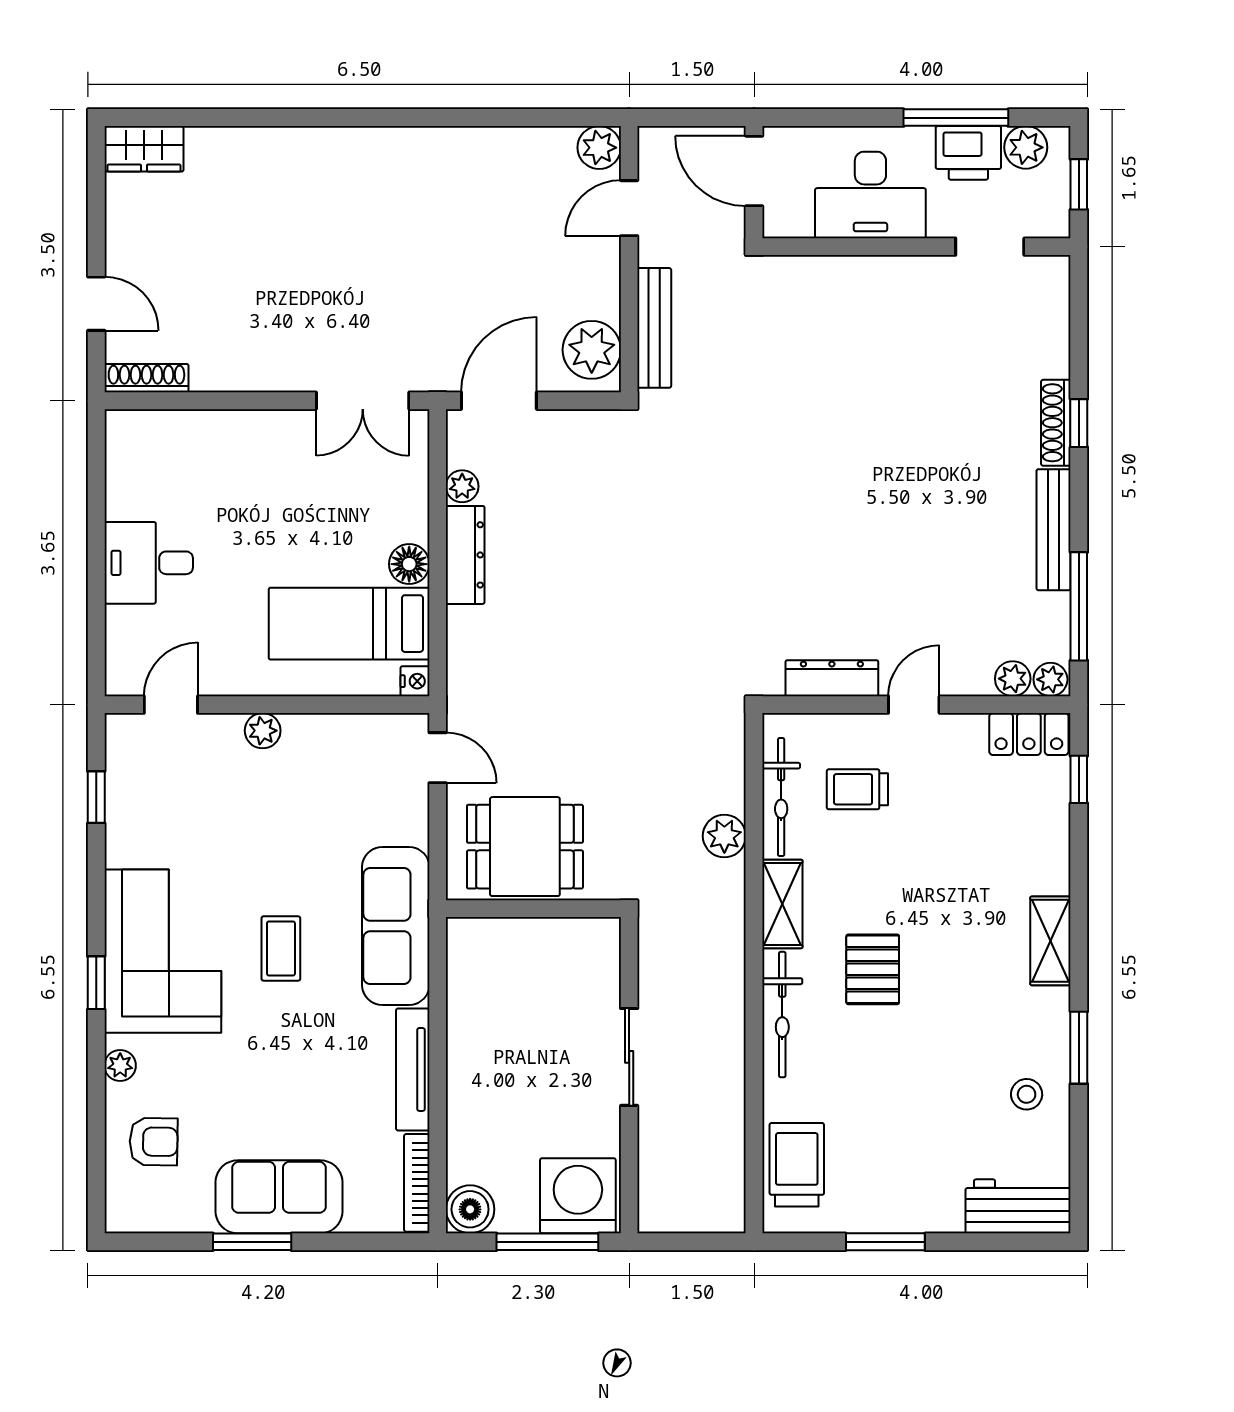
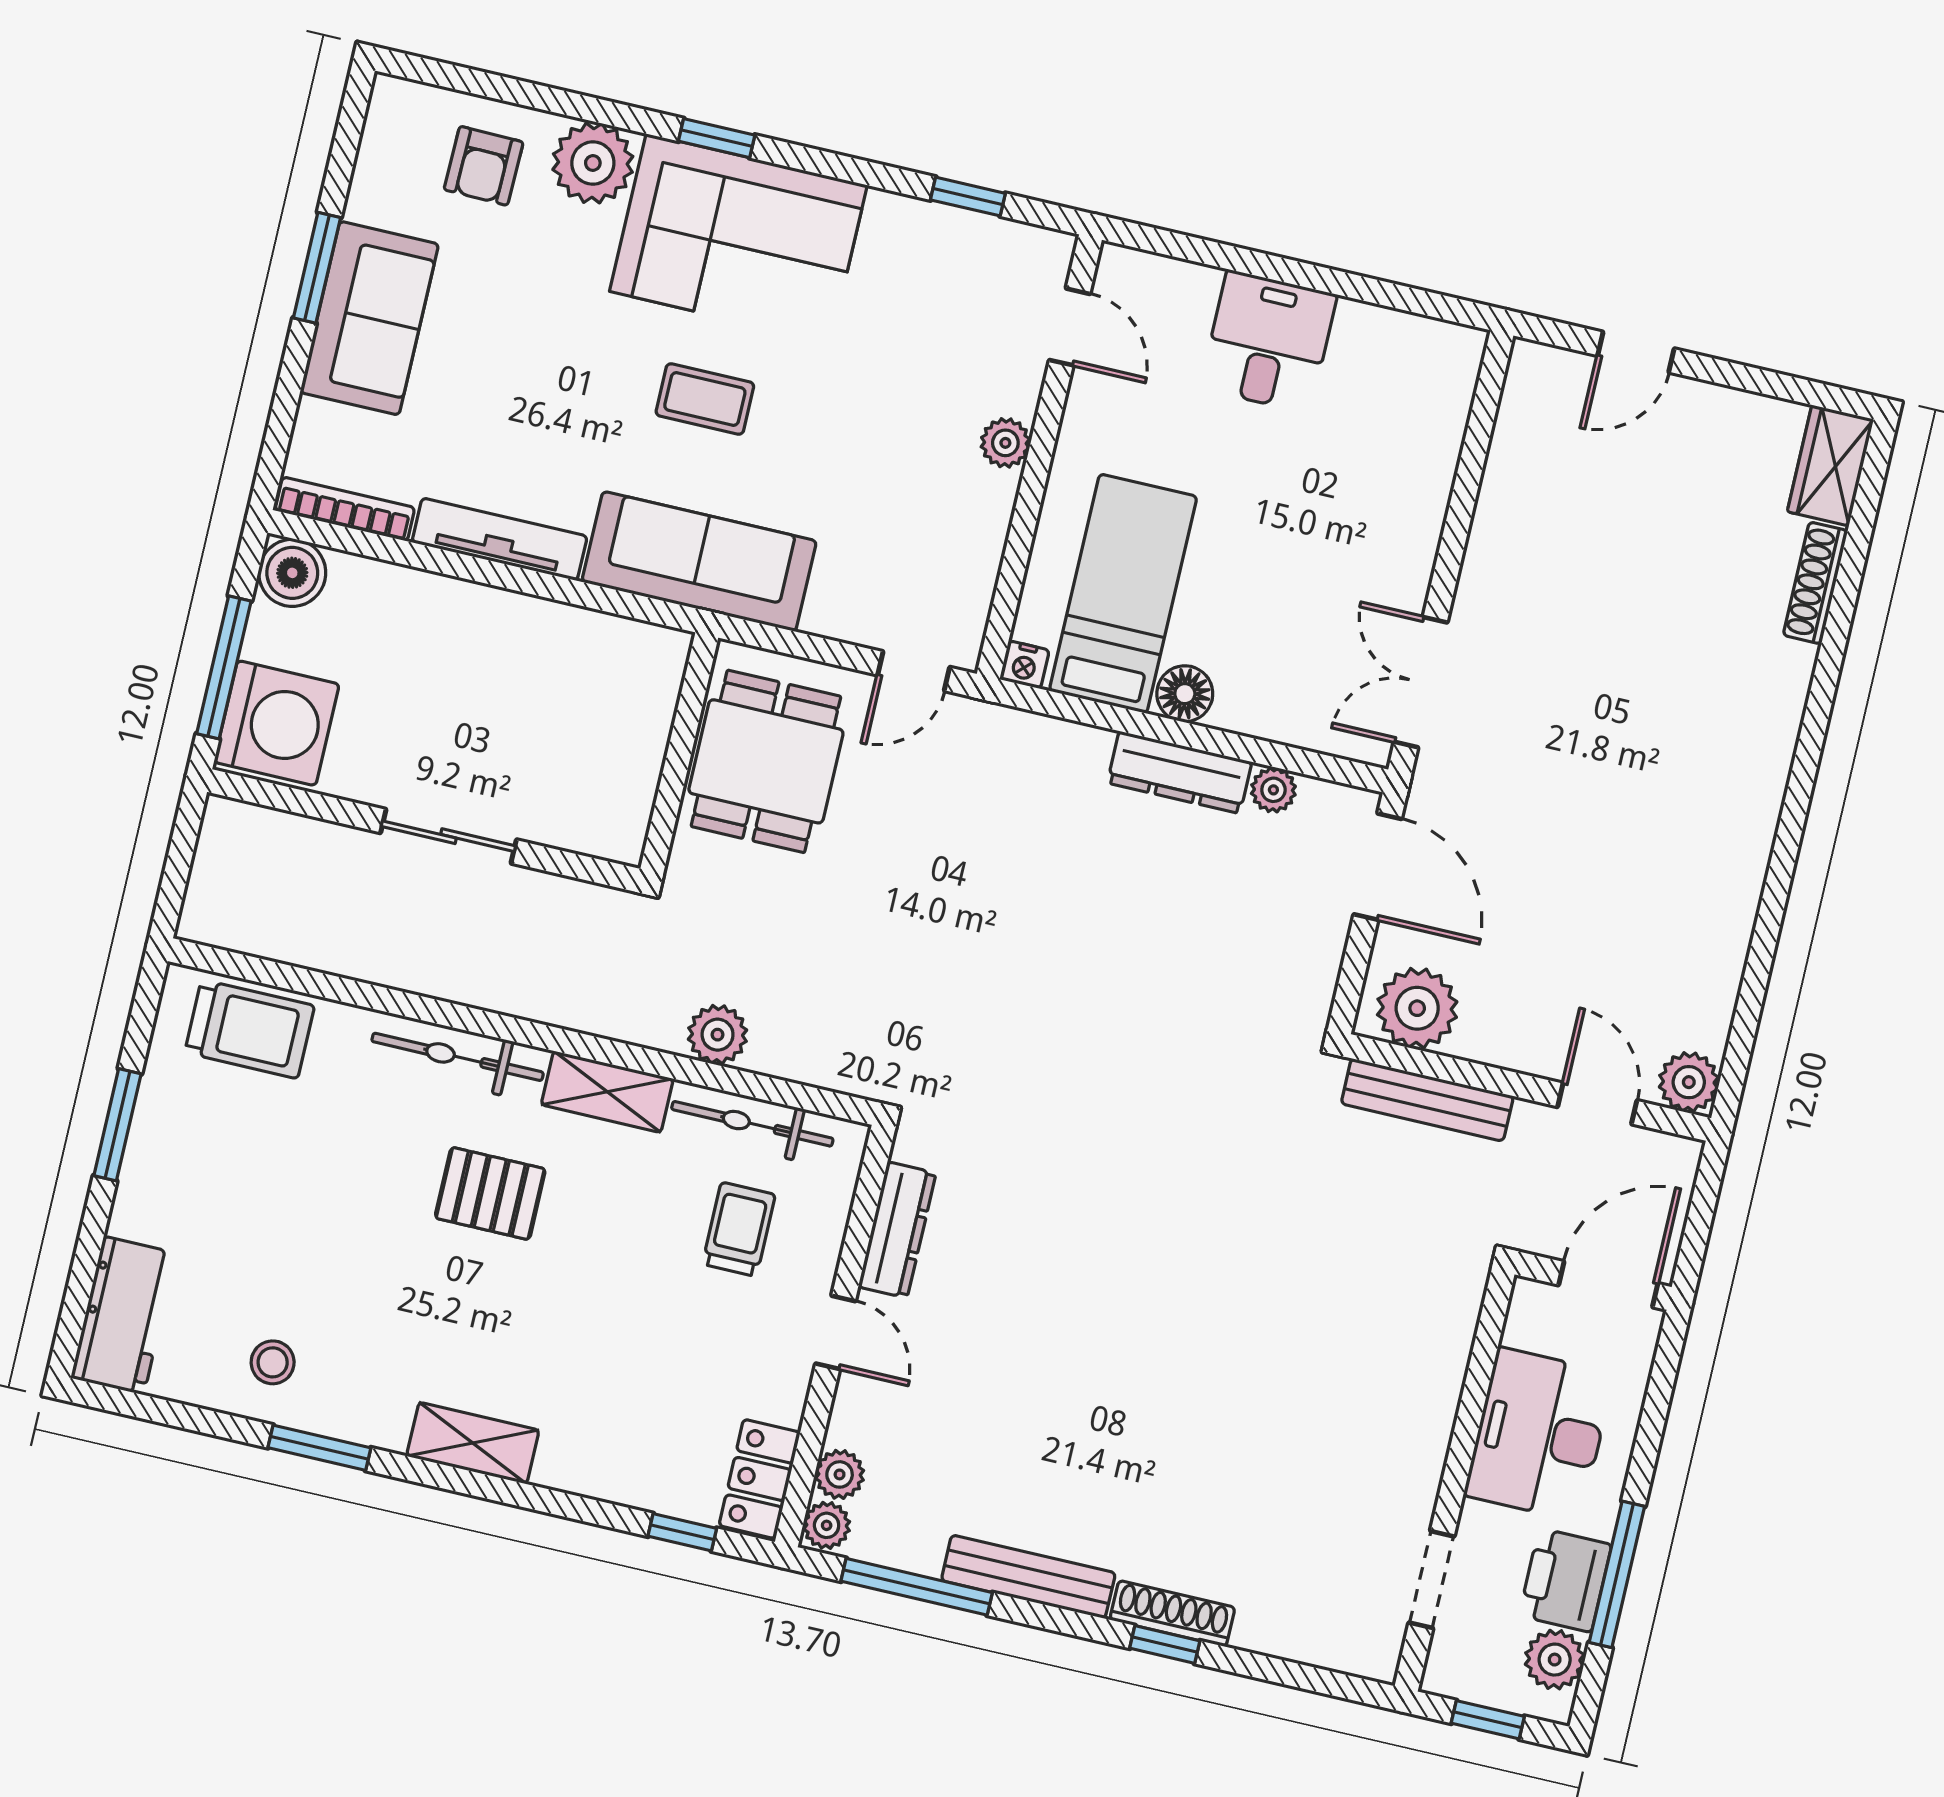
shoe rack: (146, 378) -> (1815, 583), moved, turned 180
plant: (120, 1065) -> (593, 163), width x1.87, depth x1.87

